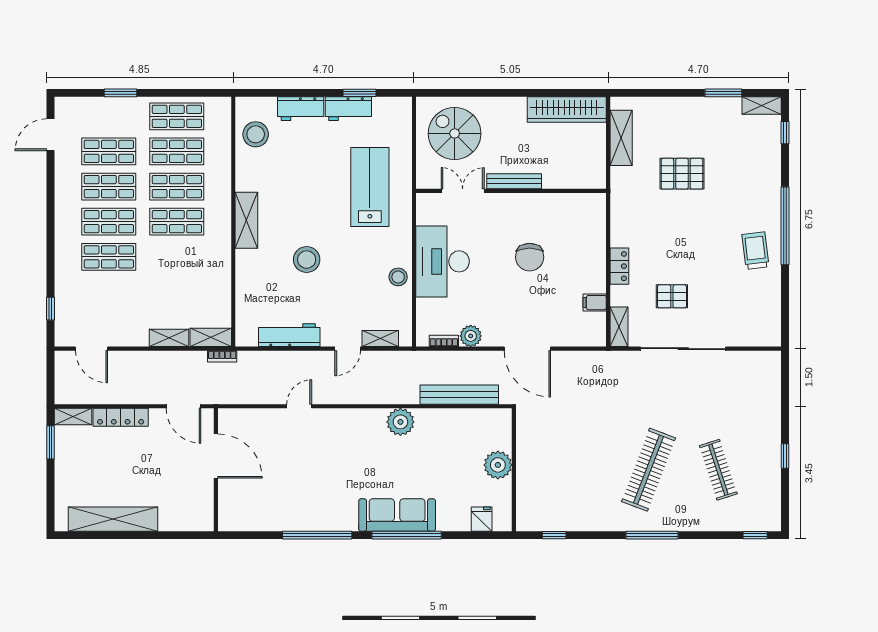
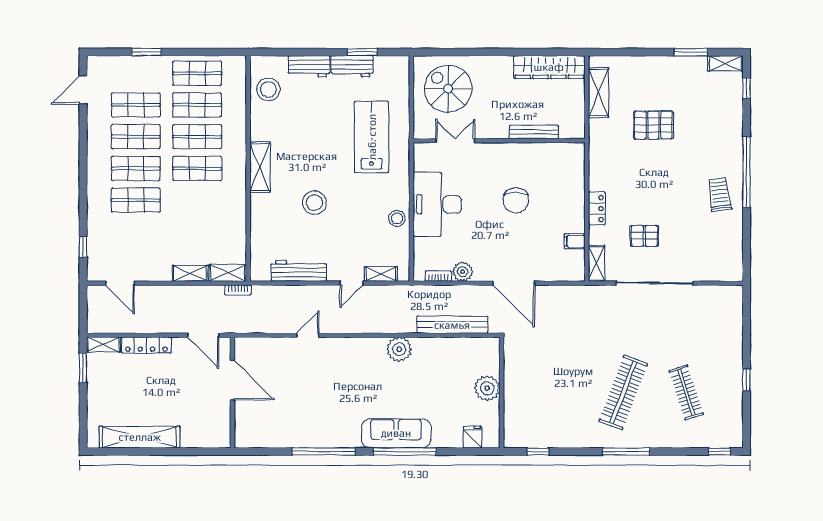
bench: (514, 181) -> (534, 132), moved

